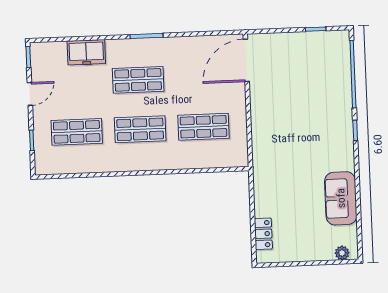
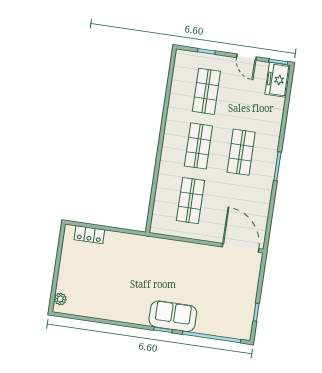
freezer: (86, 52) -> (278, 80), moved
sofa: (341, 198) -> (173, 316), moved

